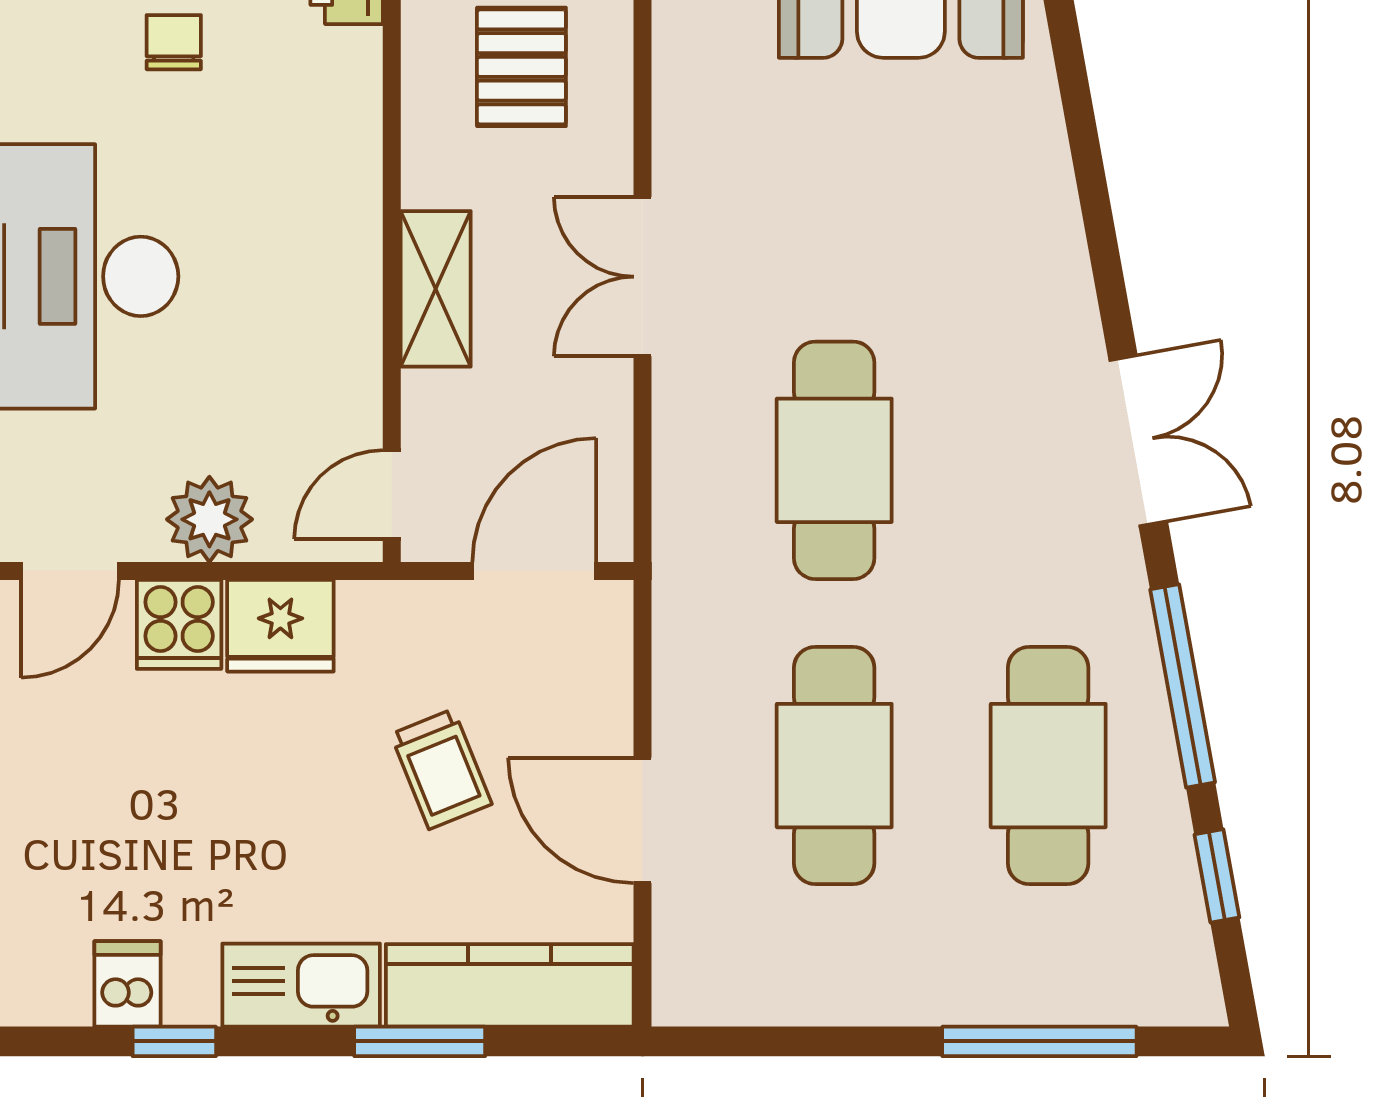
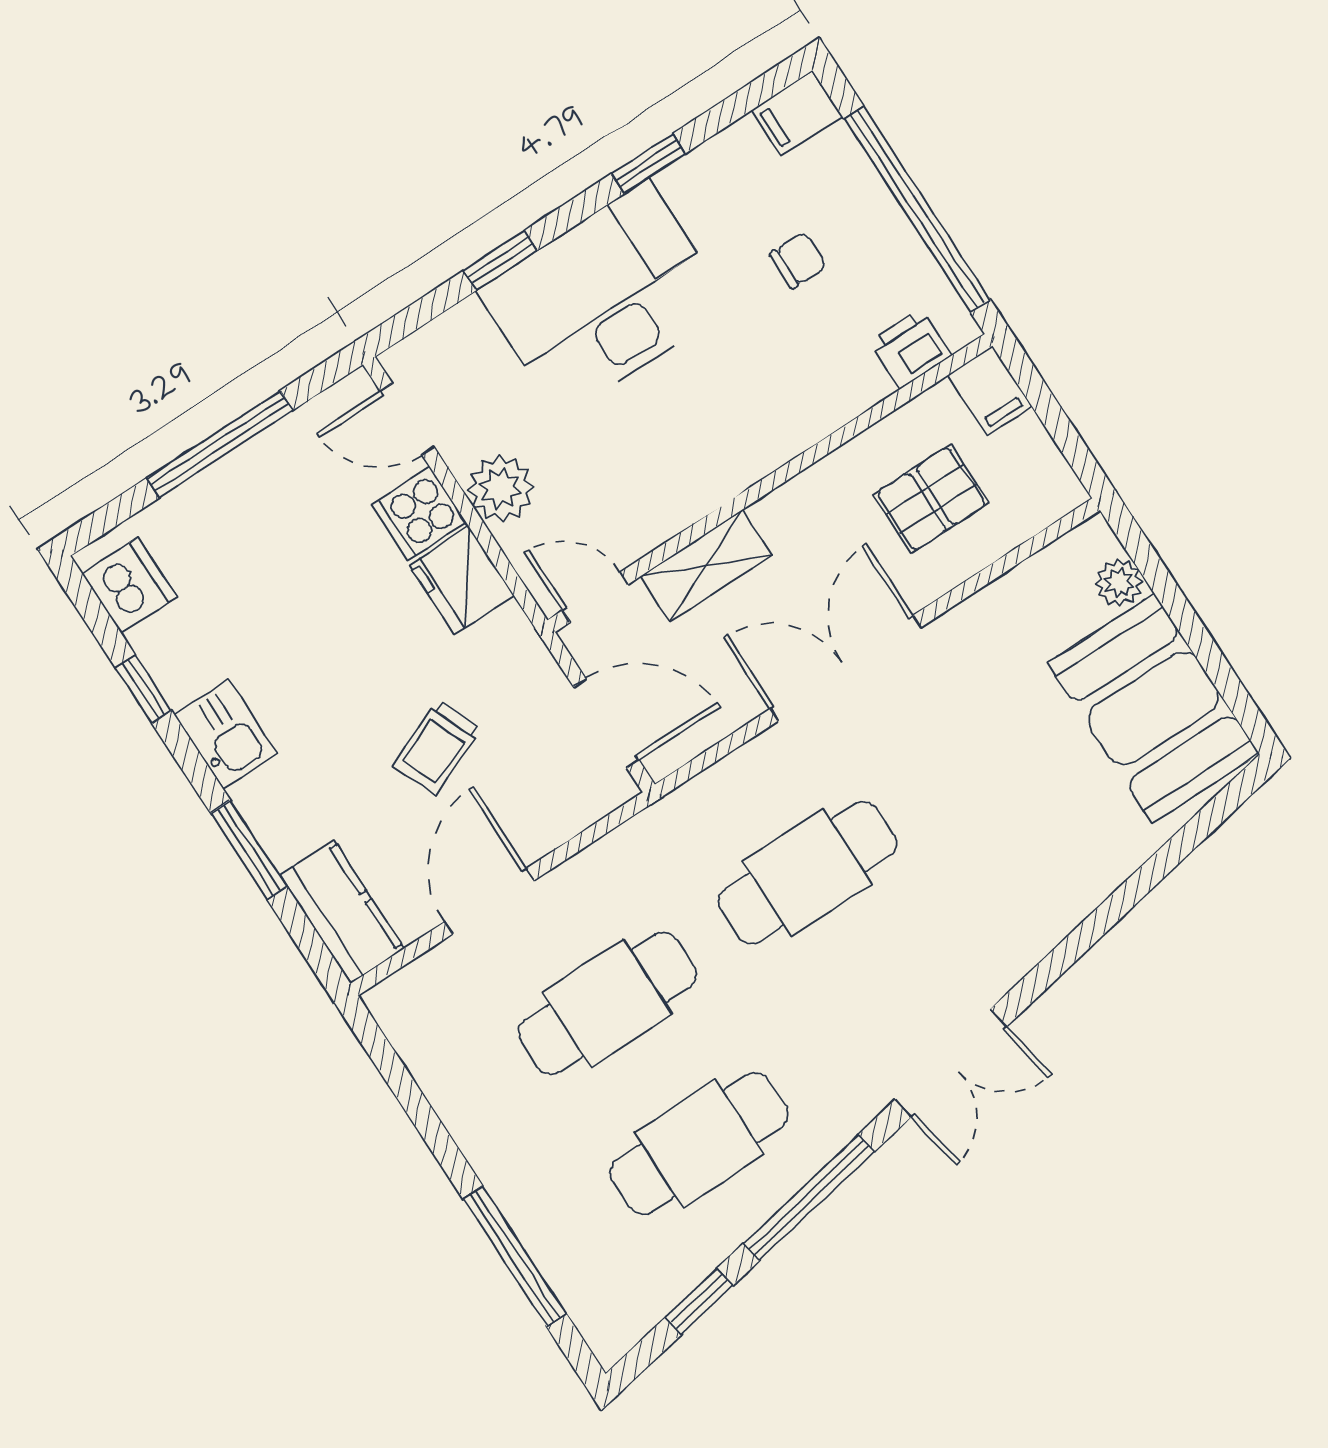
double door: (643, 277) -> (846, 668), width x1.37
shelving: (436, 289) -> (706, 566), moved
dishwasher: (127, 984) -> (129, 585), moved, width x1.38
kitchen sink: (301, 985) -> (226, 734), width x0.73
kitchen counter: (510, 985) -> (342, 912), width x0.67

